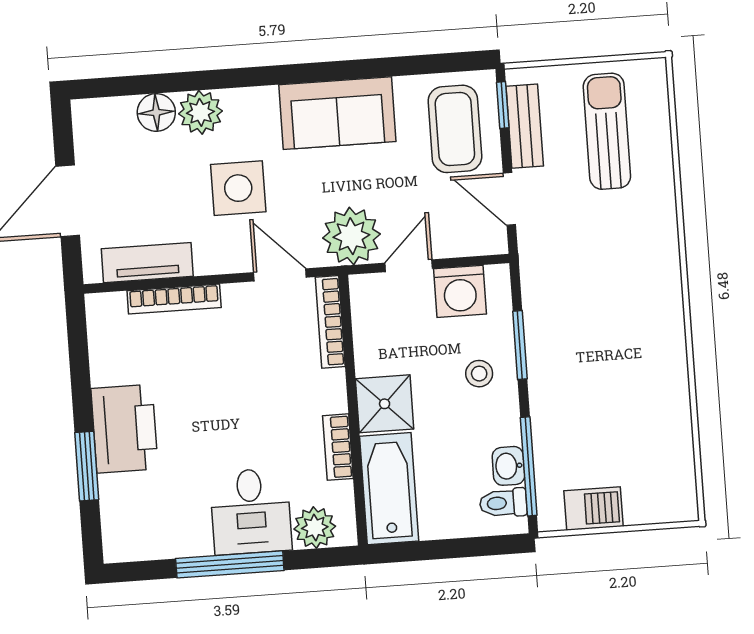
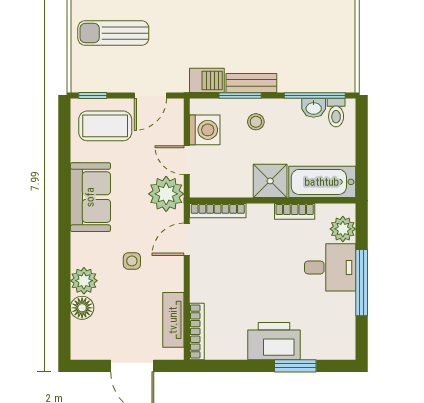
bench: (525, 126) -> (251, 83), moved
side table: (238, 188) -> (132, 261), width x0.54, depth x0.54
bookcase: (174, 299) -> (197, 331), moved
barbecue: (594, 509) -> (207, 80), moved, turned 90

